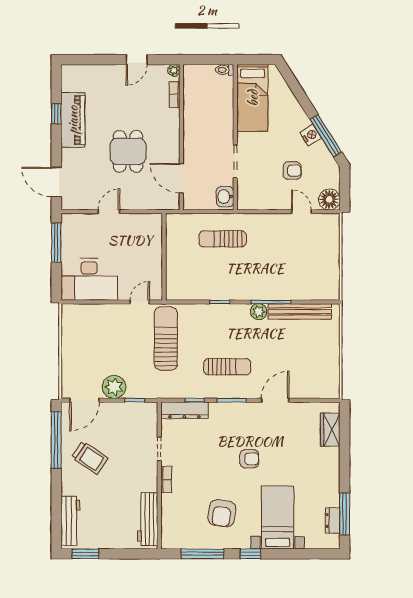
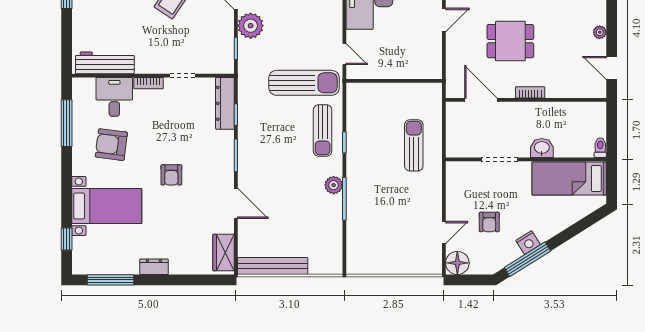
door: (137, 60) -> (612, 68), moved
plant: (174, 70) -> (600, 32), moved
bookcase: (175, 94) -> (530, 92), moved
door: (181, 178) -> (481, 100), hinge flipped
washbasin: (225, 197) -> (542, 148), moved
door: (109, 212) -> (444, 20), hinge flipped
bench: (300, 311) -> (273, 266), moved, turned 90
sun lounger: (227, 367) -> (323, 130), moved
wardrobe: (330, 430) -> (224, 253), moved, turned -90
desk: (179, 511) -> (114, 97), added
dresser: (333, 520) -> (154, 267), moved
window: (250, 554) -> (67, 239), moved

